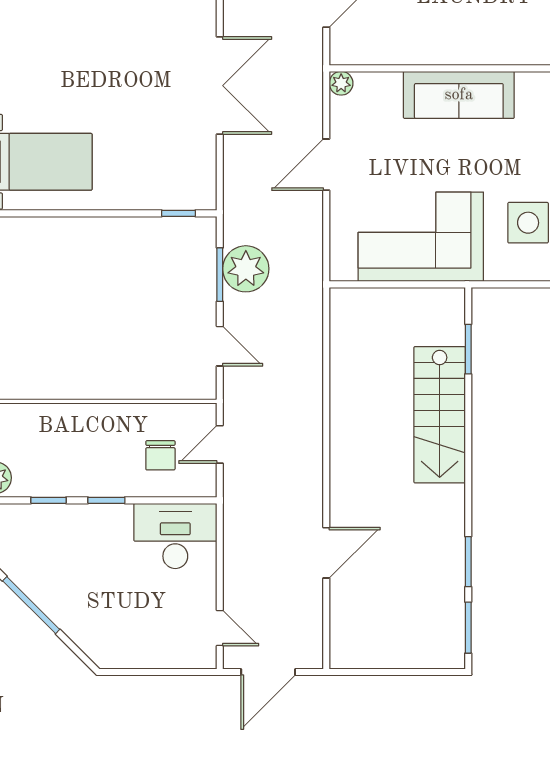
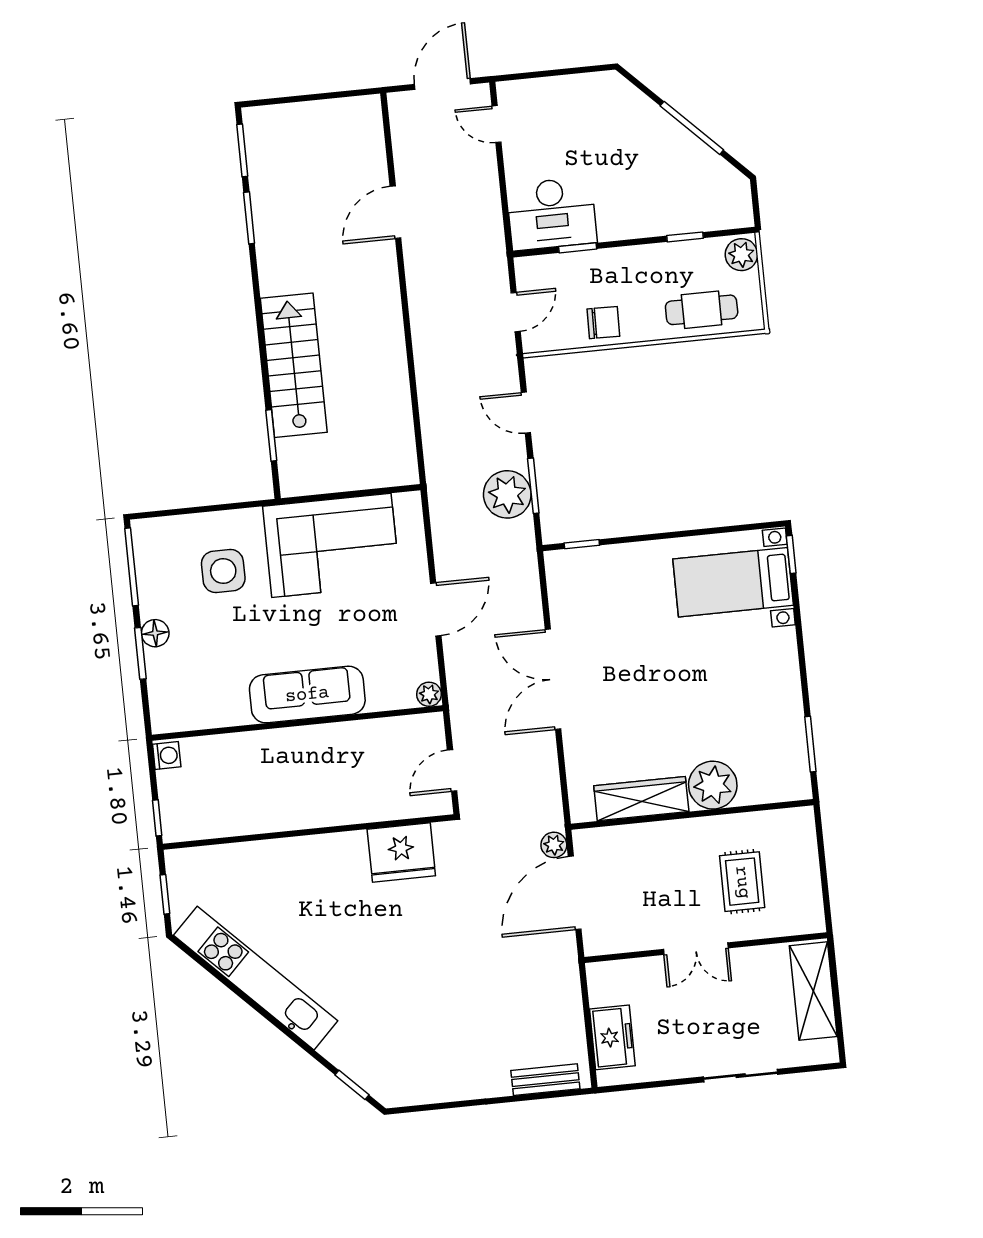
cafe table: (40, 428) -> (702, 310), added
chair: (160, 455) -> (603, 323), moved, turned 91
window: (106, 500) -> (578, 248), moved

